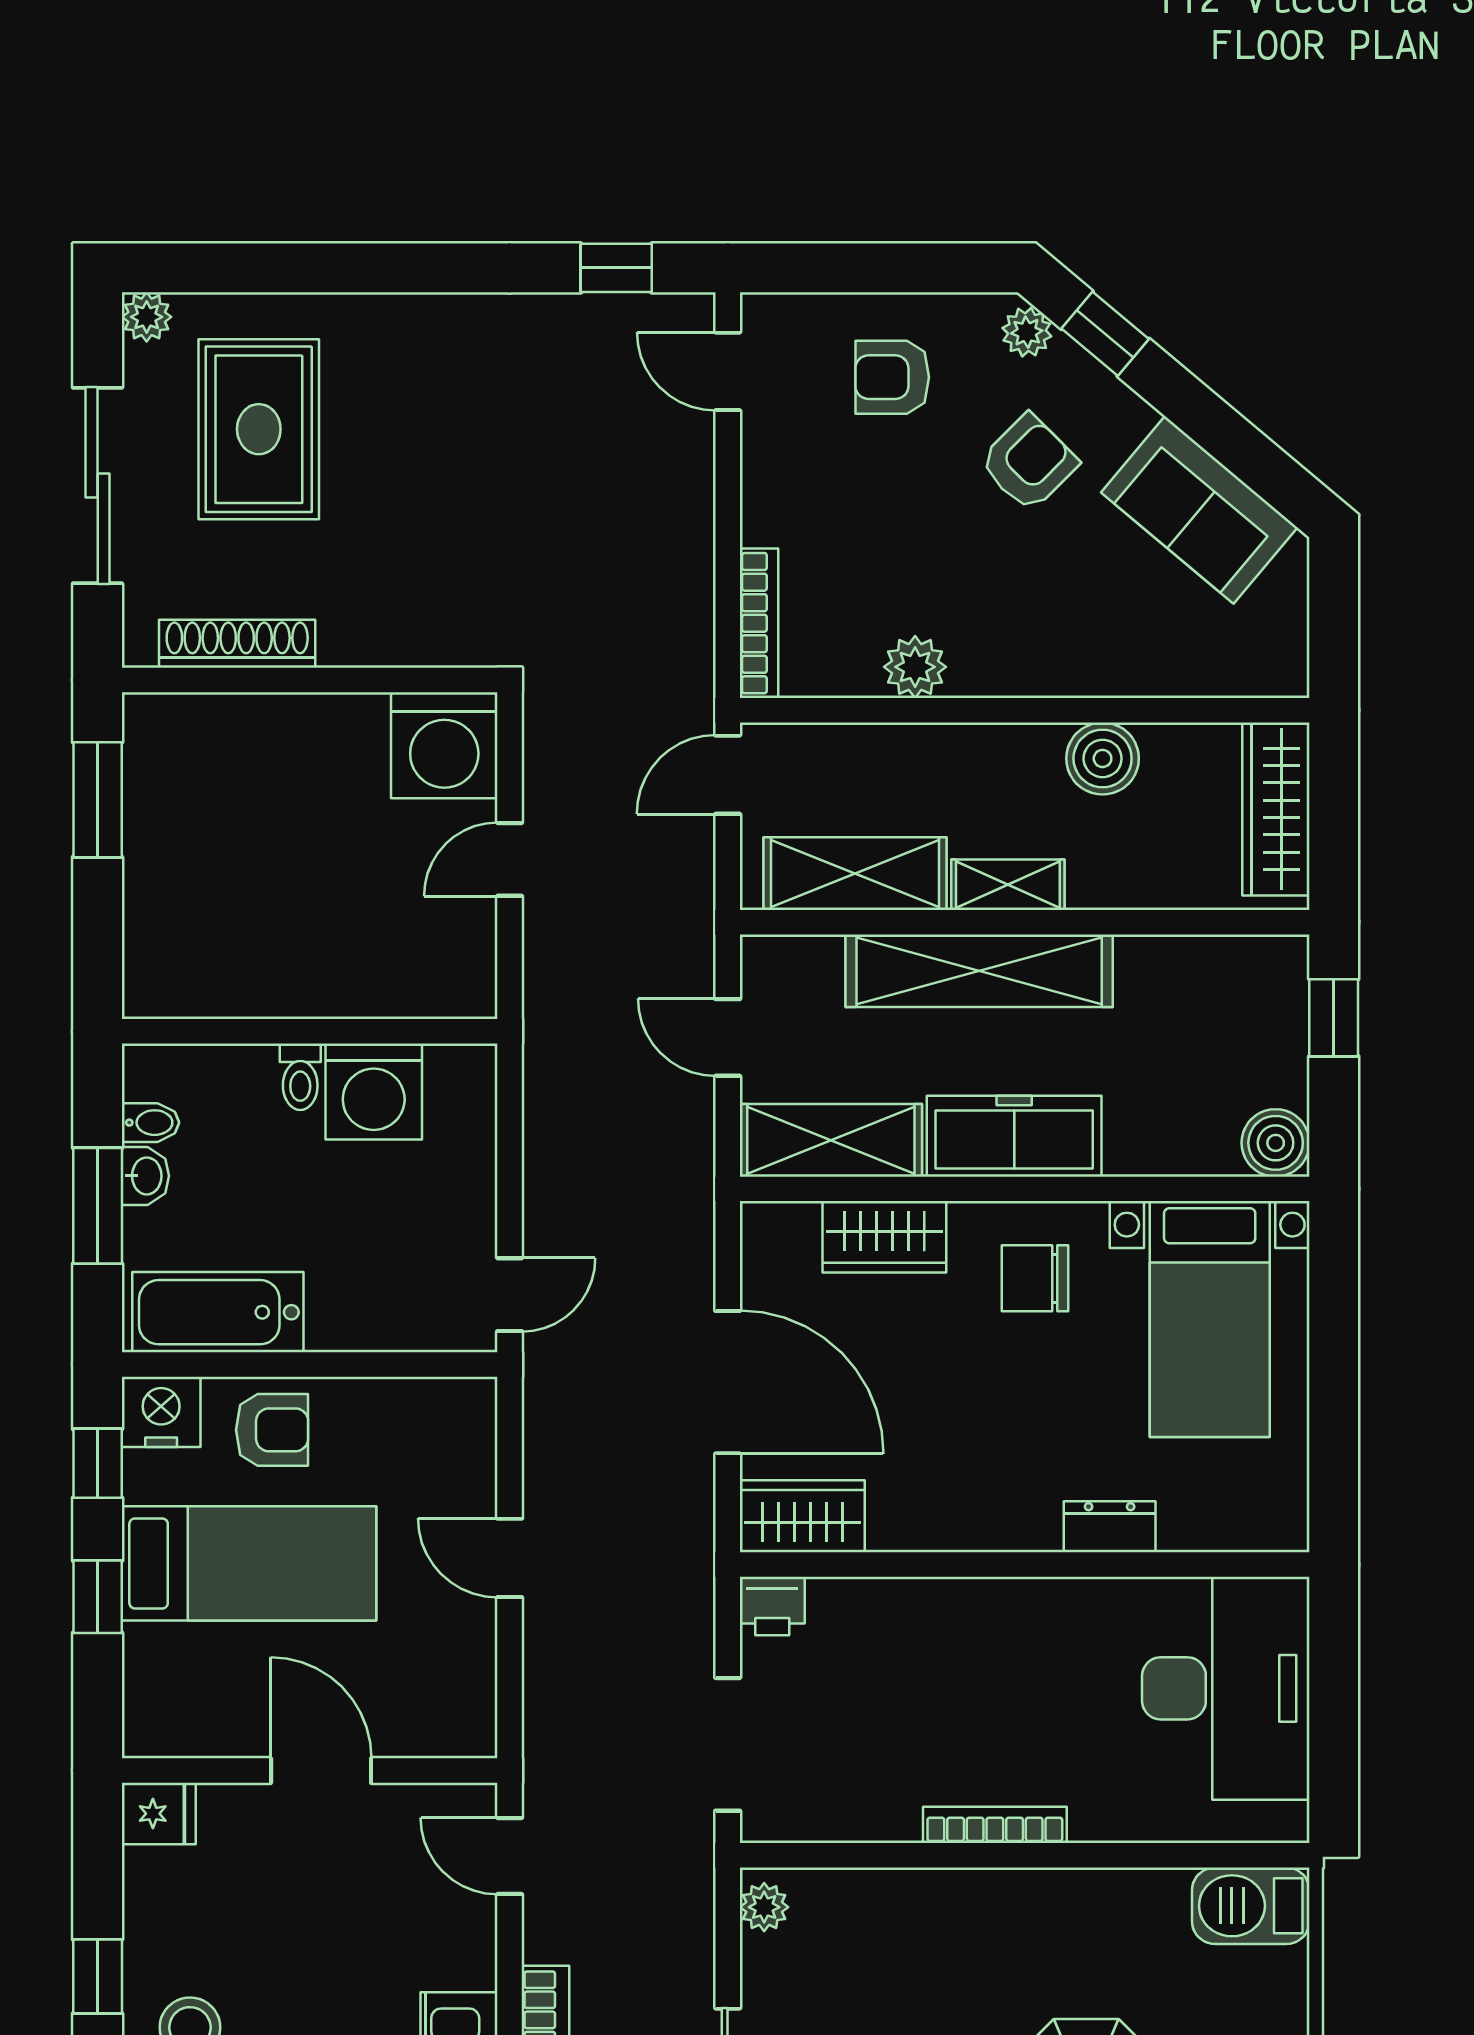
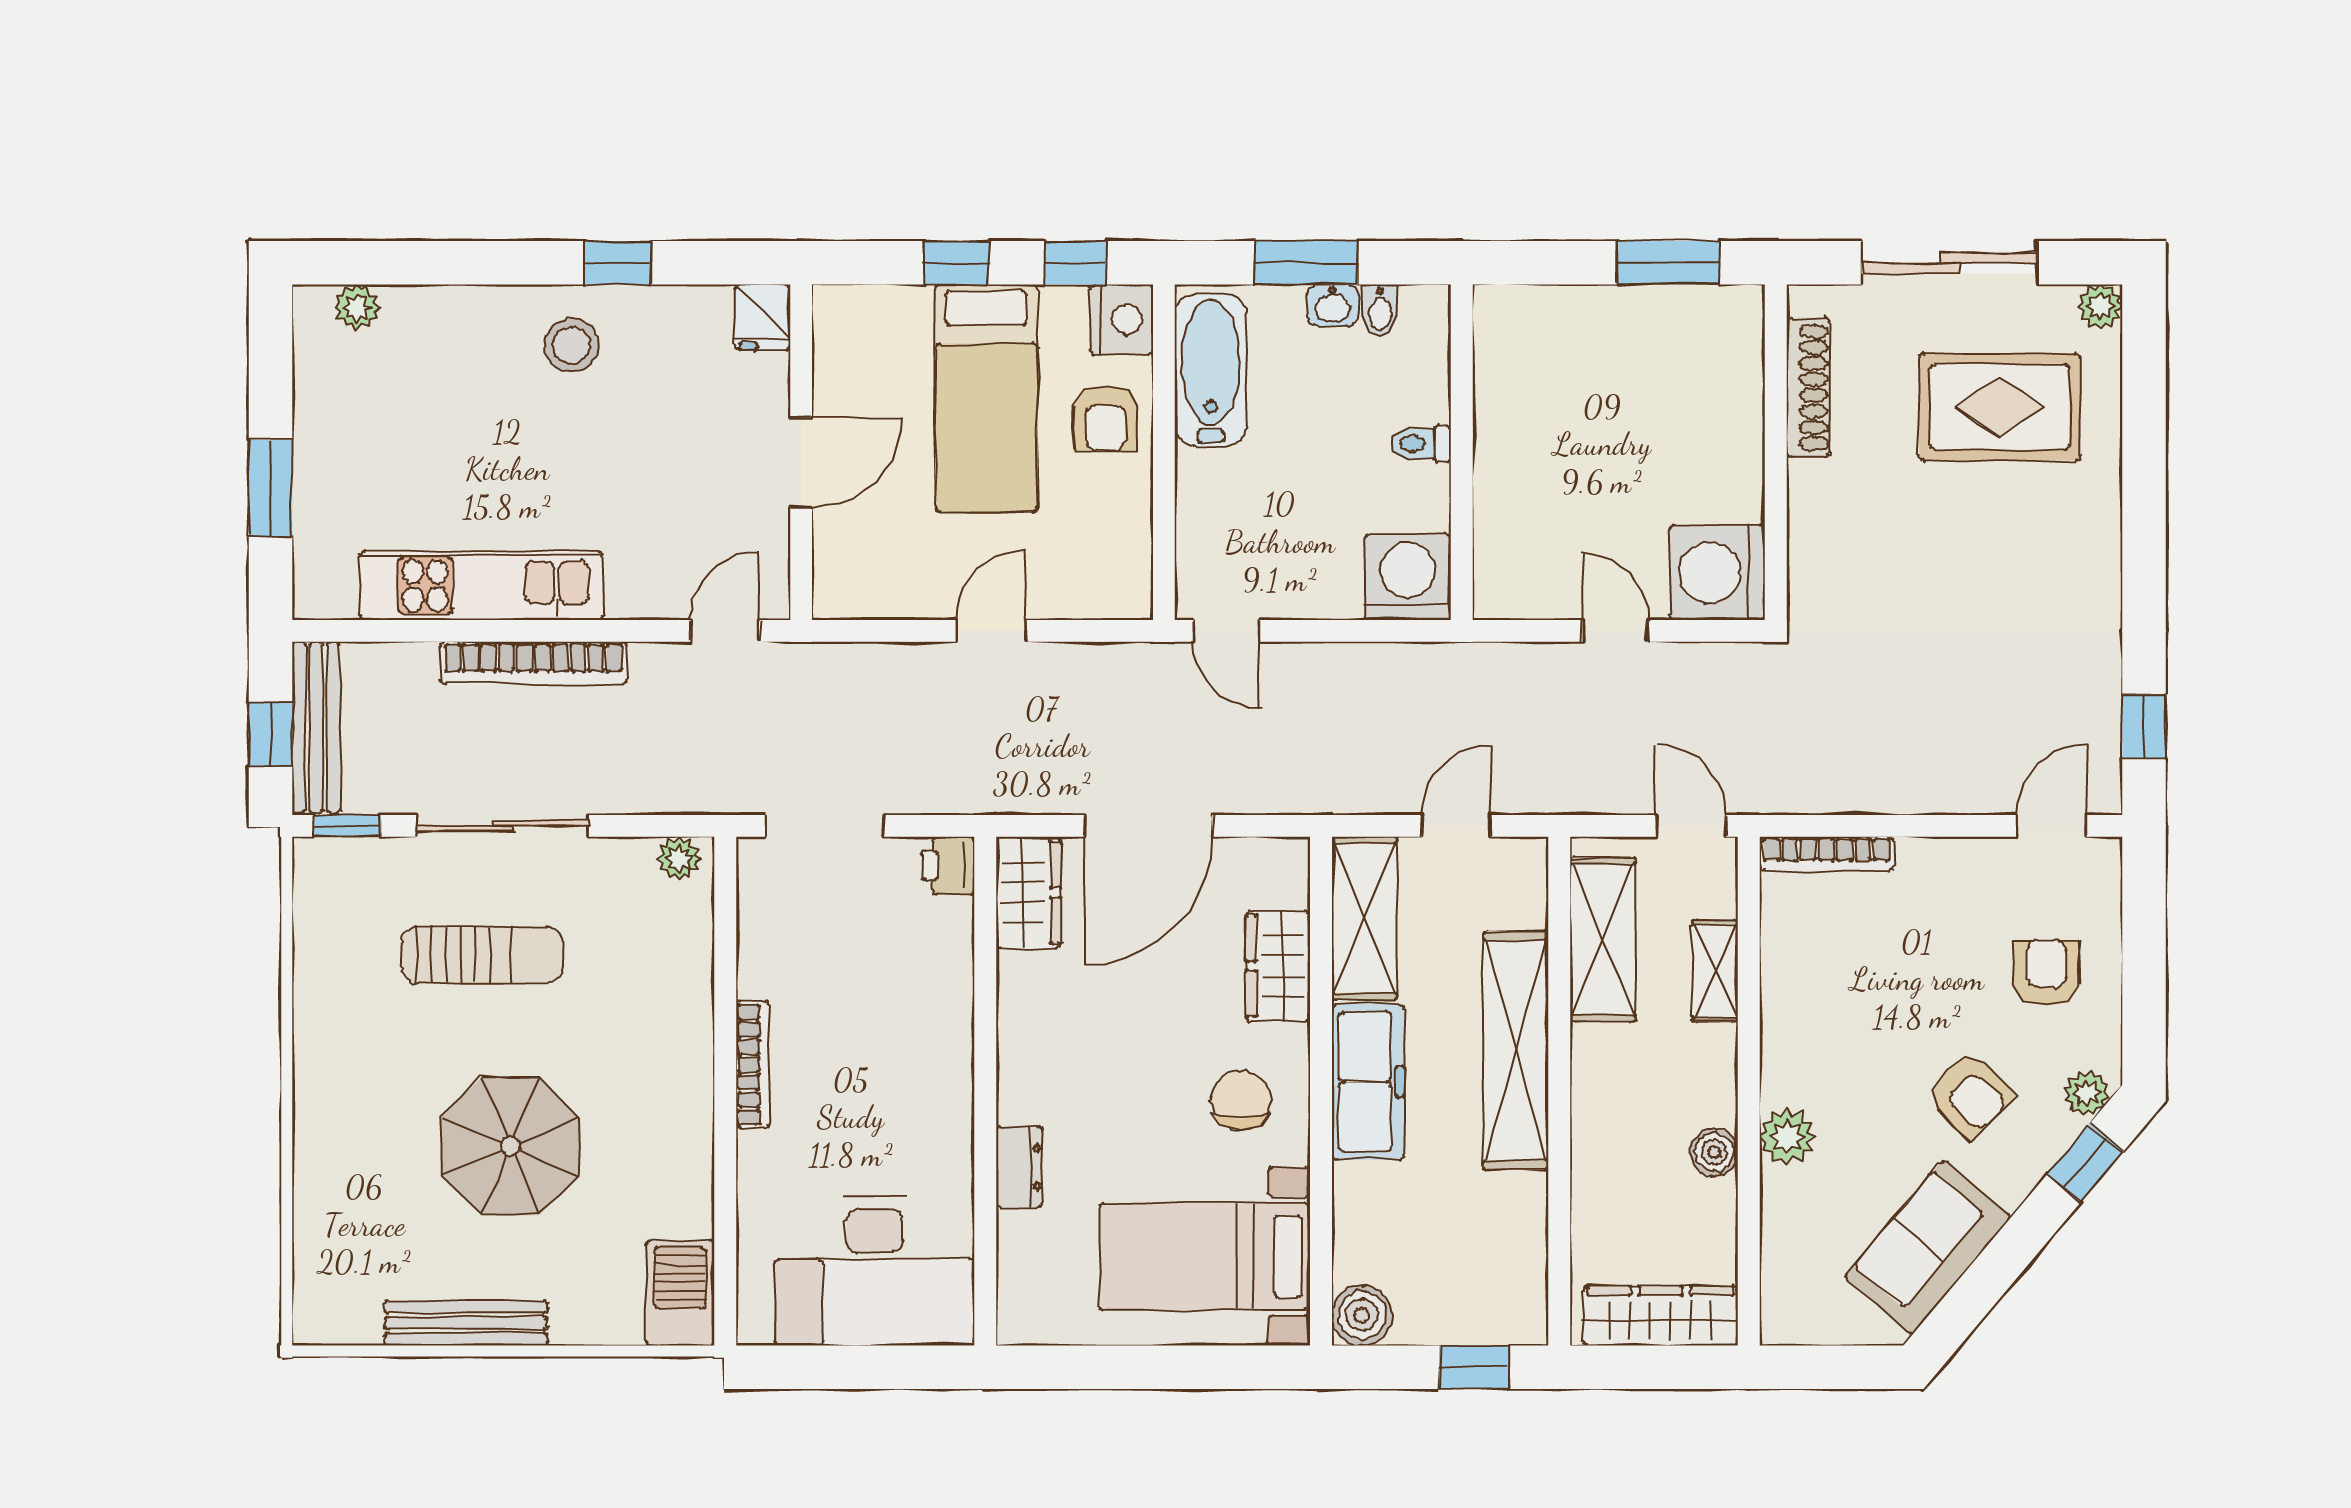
plant: (915, 667) -> (1787, 1137), moved
boiler: (1103, 758) -> (1714, 1152), width x0.73, depth x0.73
shelving: (1008, 885) -> (1715, 971), moved
washing machine: (374, 1092) -> (1408, 577), moved, turned 90

